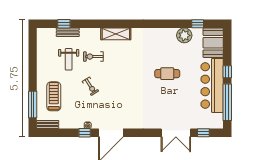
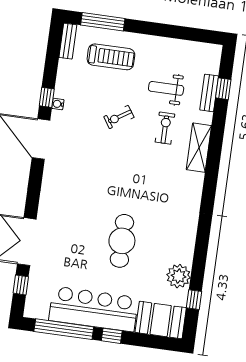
shelving: (116, 34) -> (199, 148), moved
cafe table: (167, 74) -> (122, 241), width x1.37, depth x1.35

